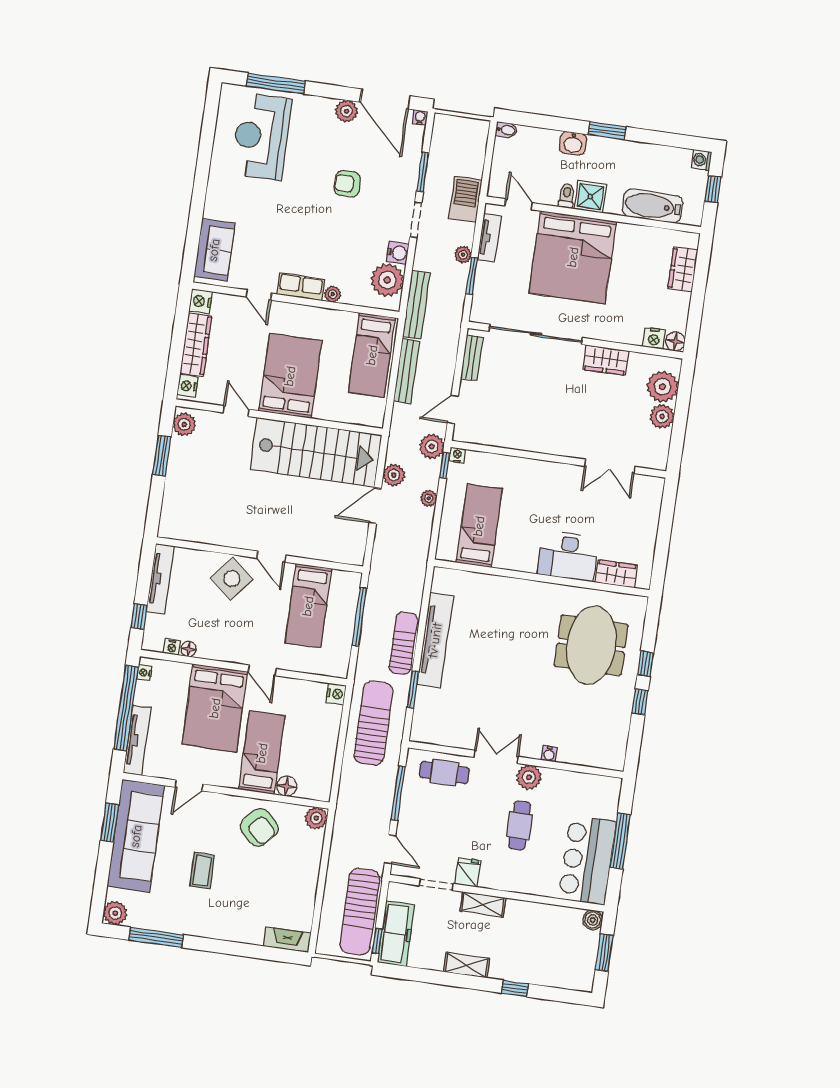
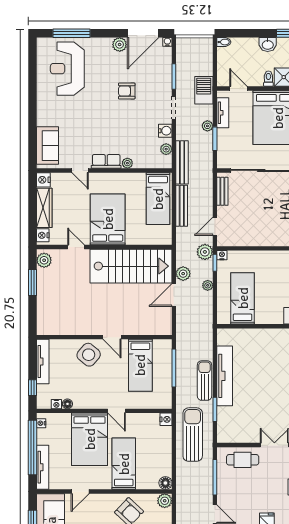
door: (385, 99) -> (143, 33), hinge flipped
plant: (387, 280) -> (166, 149), width x0.53, depth x0.53
floor lamp: (287, 786) -> (165, 483), moved

